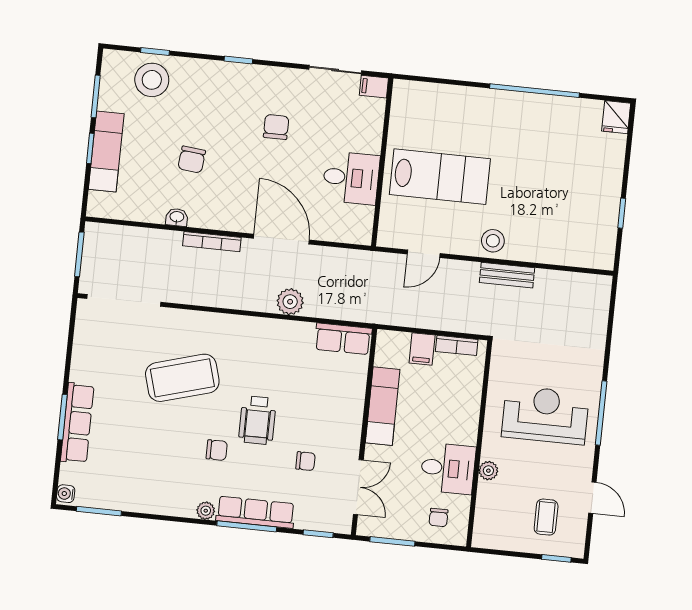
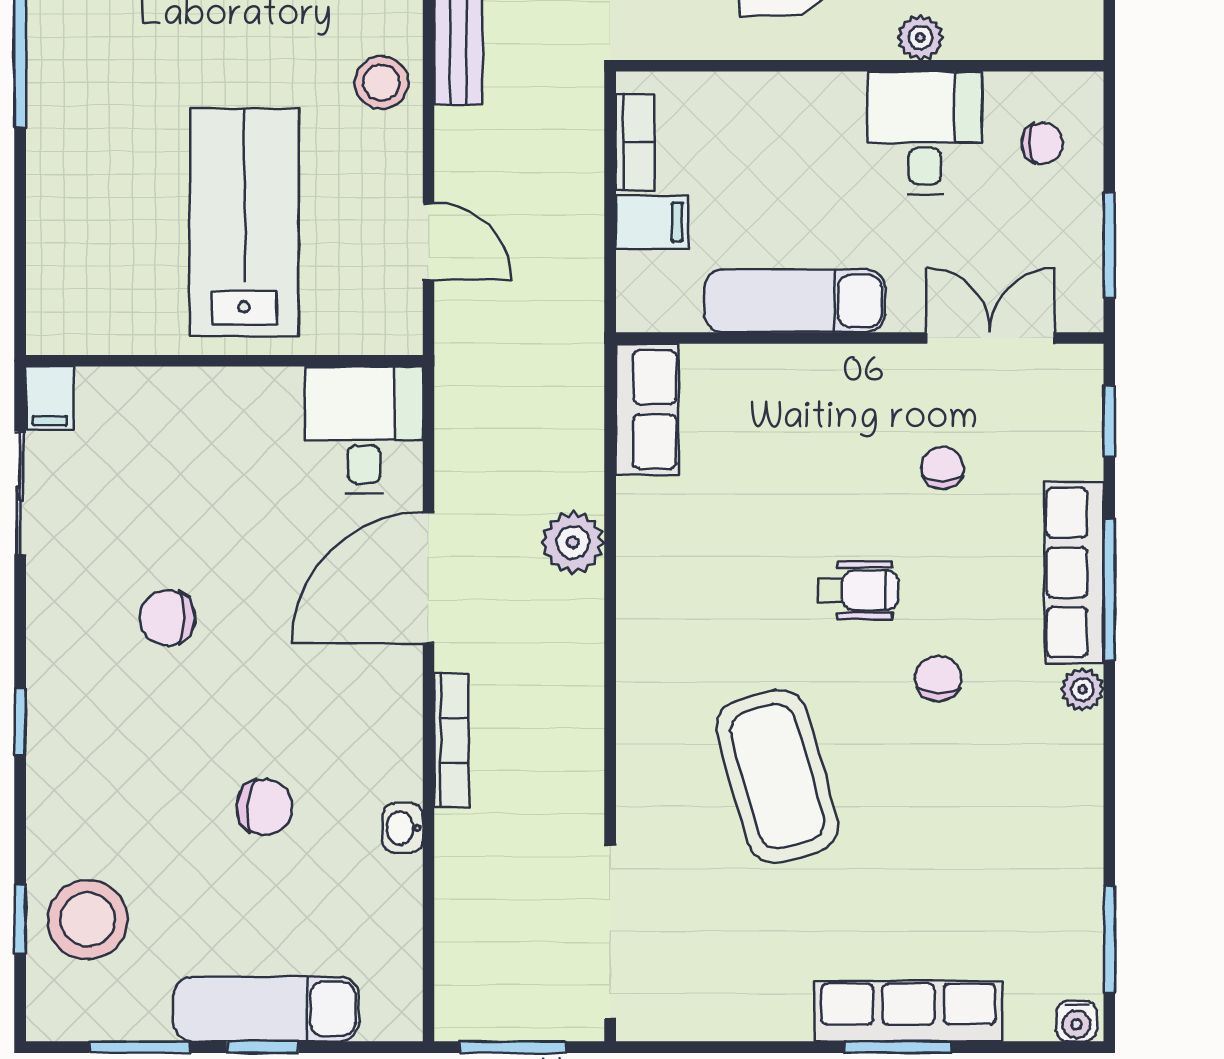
desk: (351, 178) -> (364, 430), moved
wheelchair: (257, 420) -> (858, 590), width x0.73, depth x0.73

